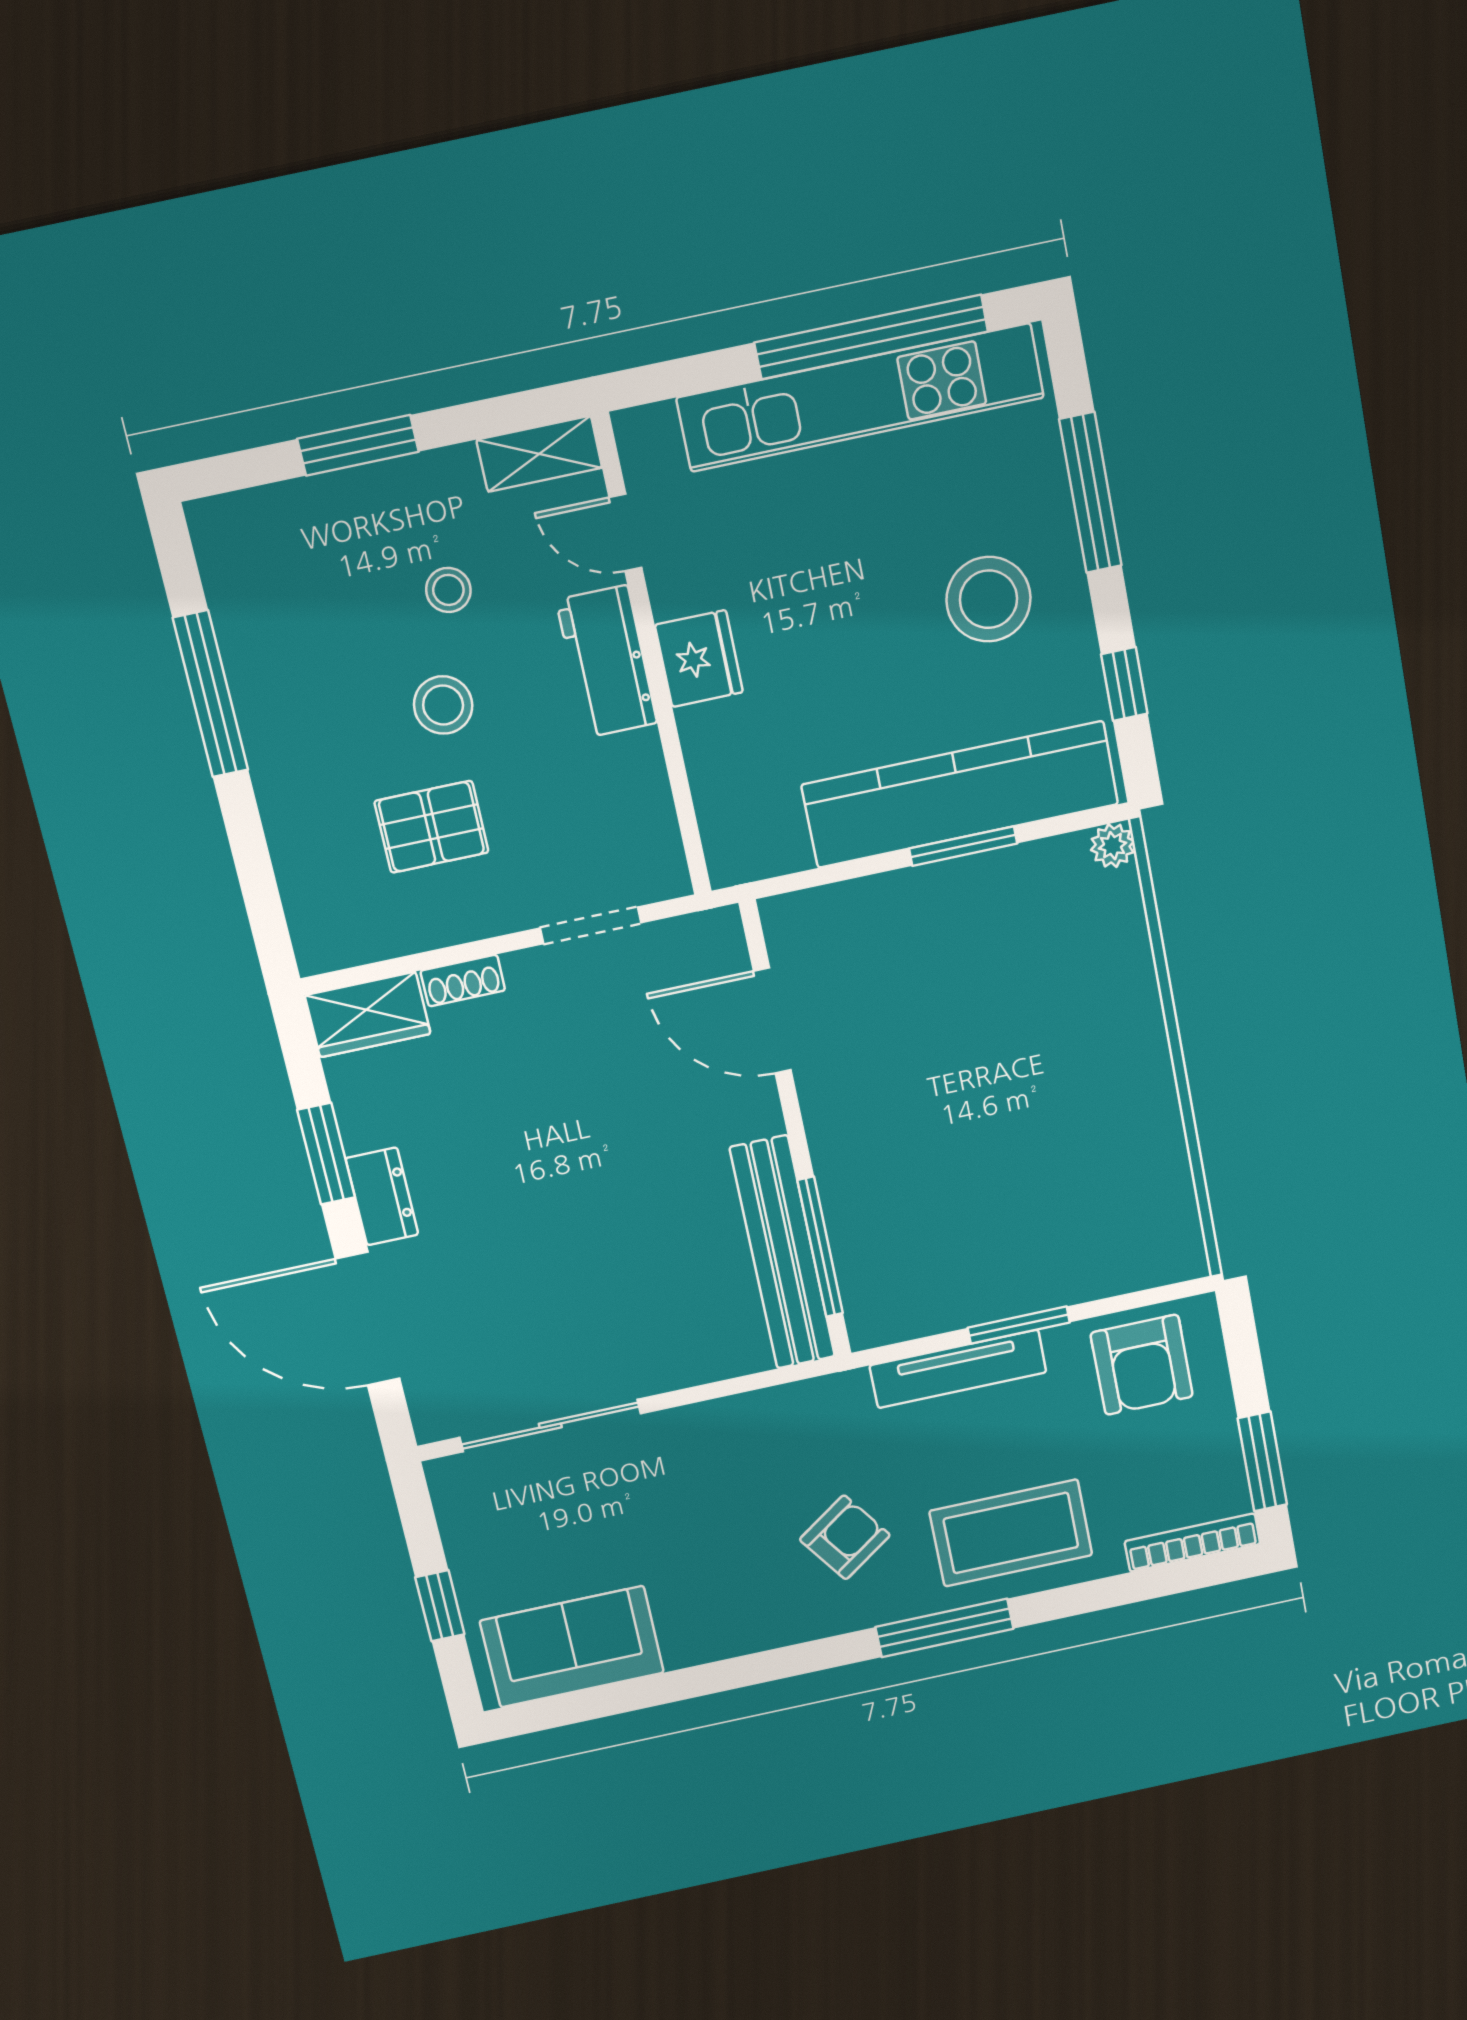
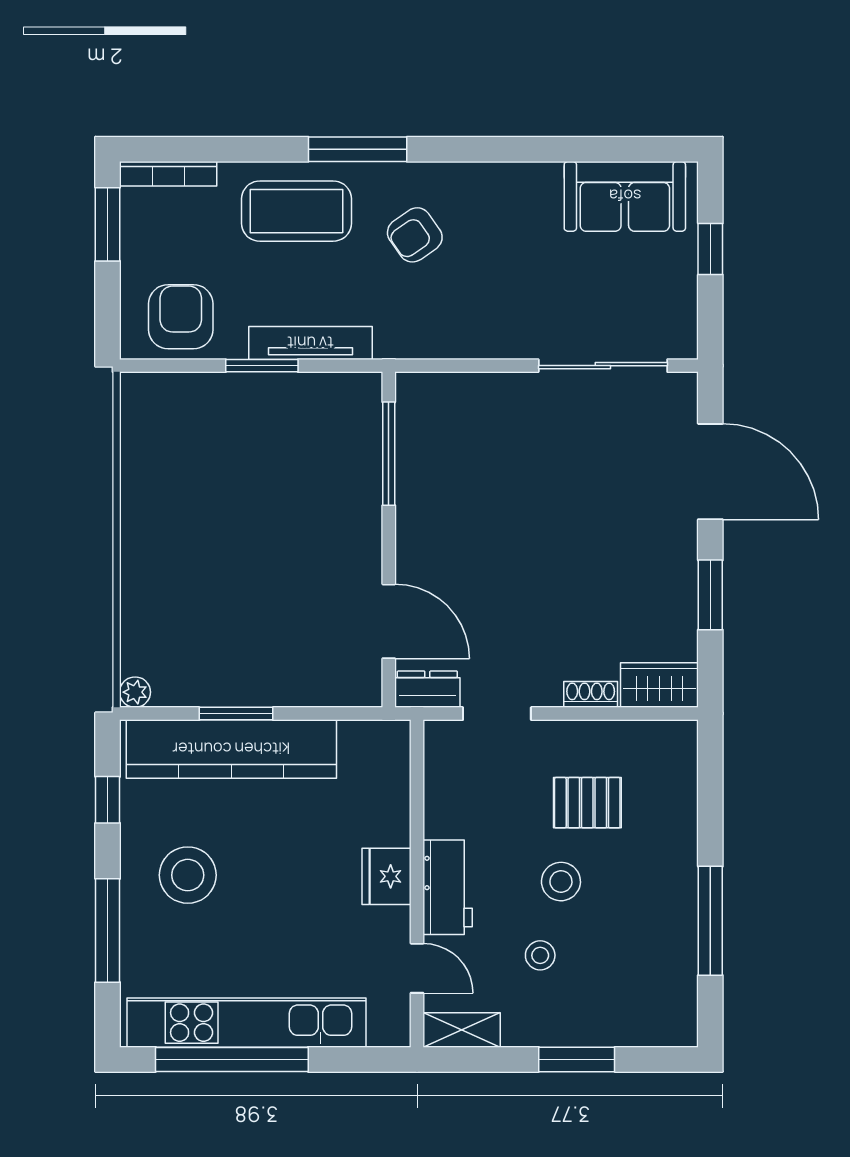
dresser: (382, 1196) -> (427, 689), moved, turned 90
bench: (782, 1253) -> (416, 455), removed

